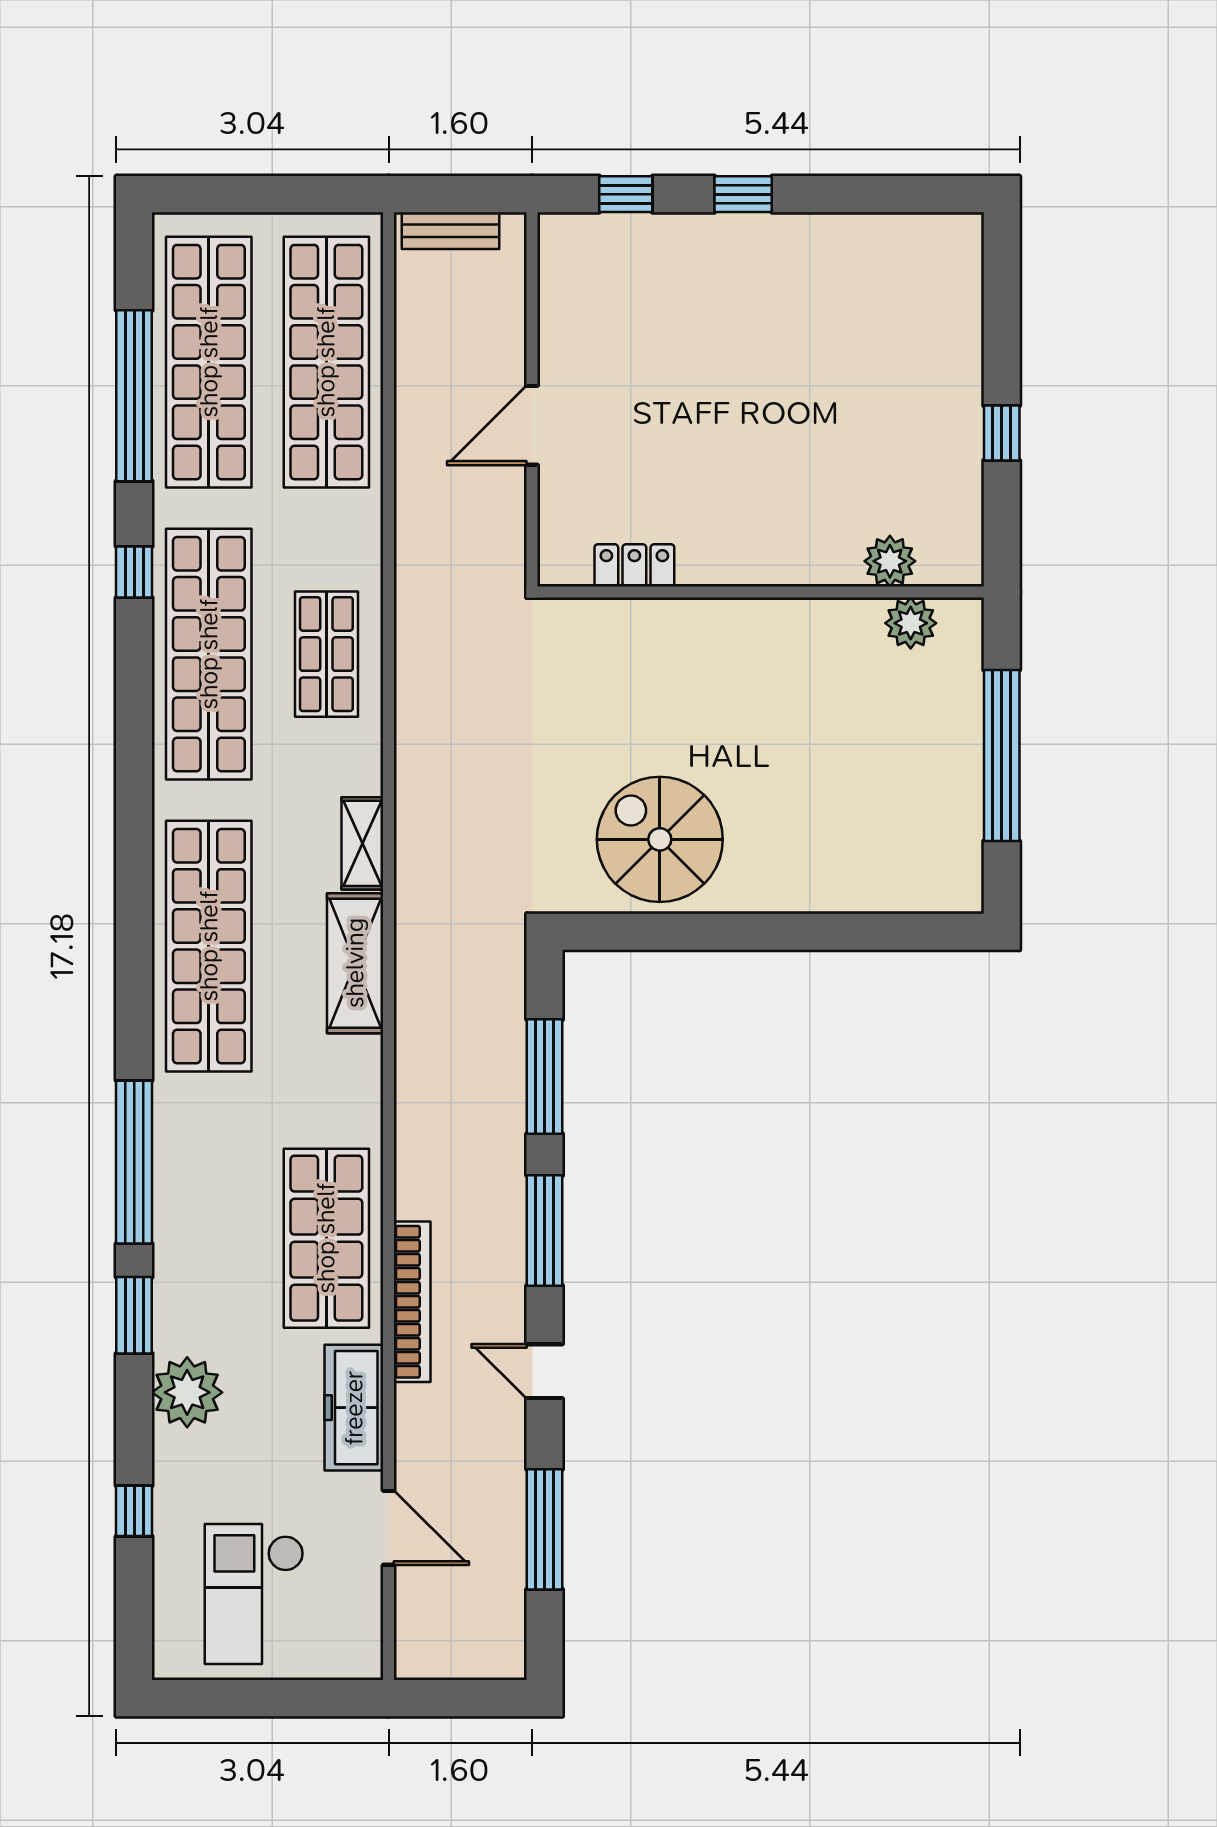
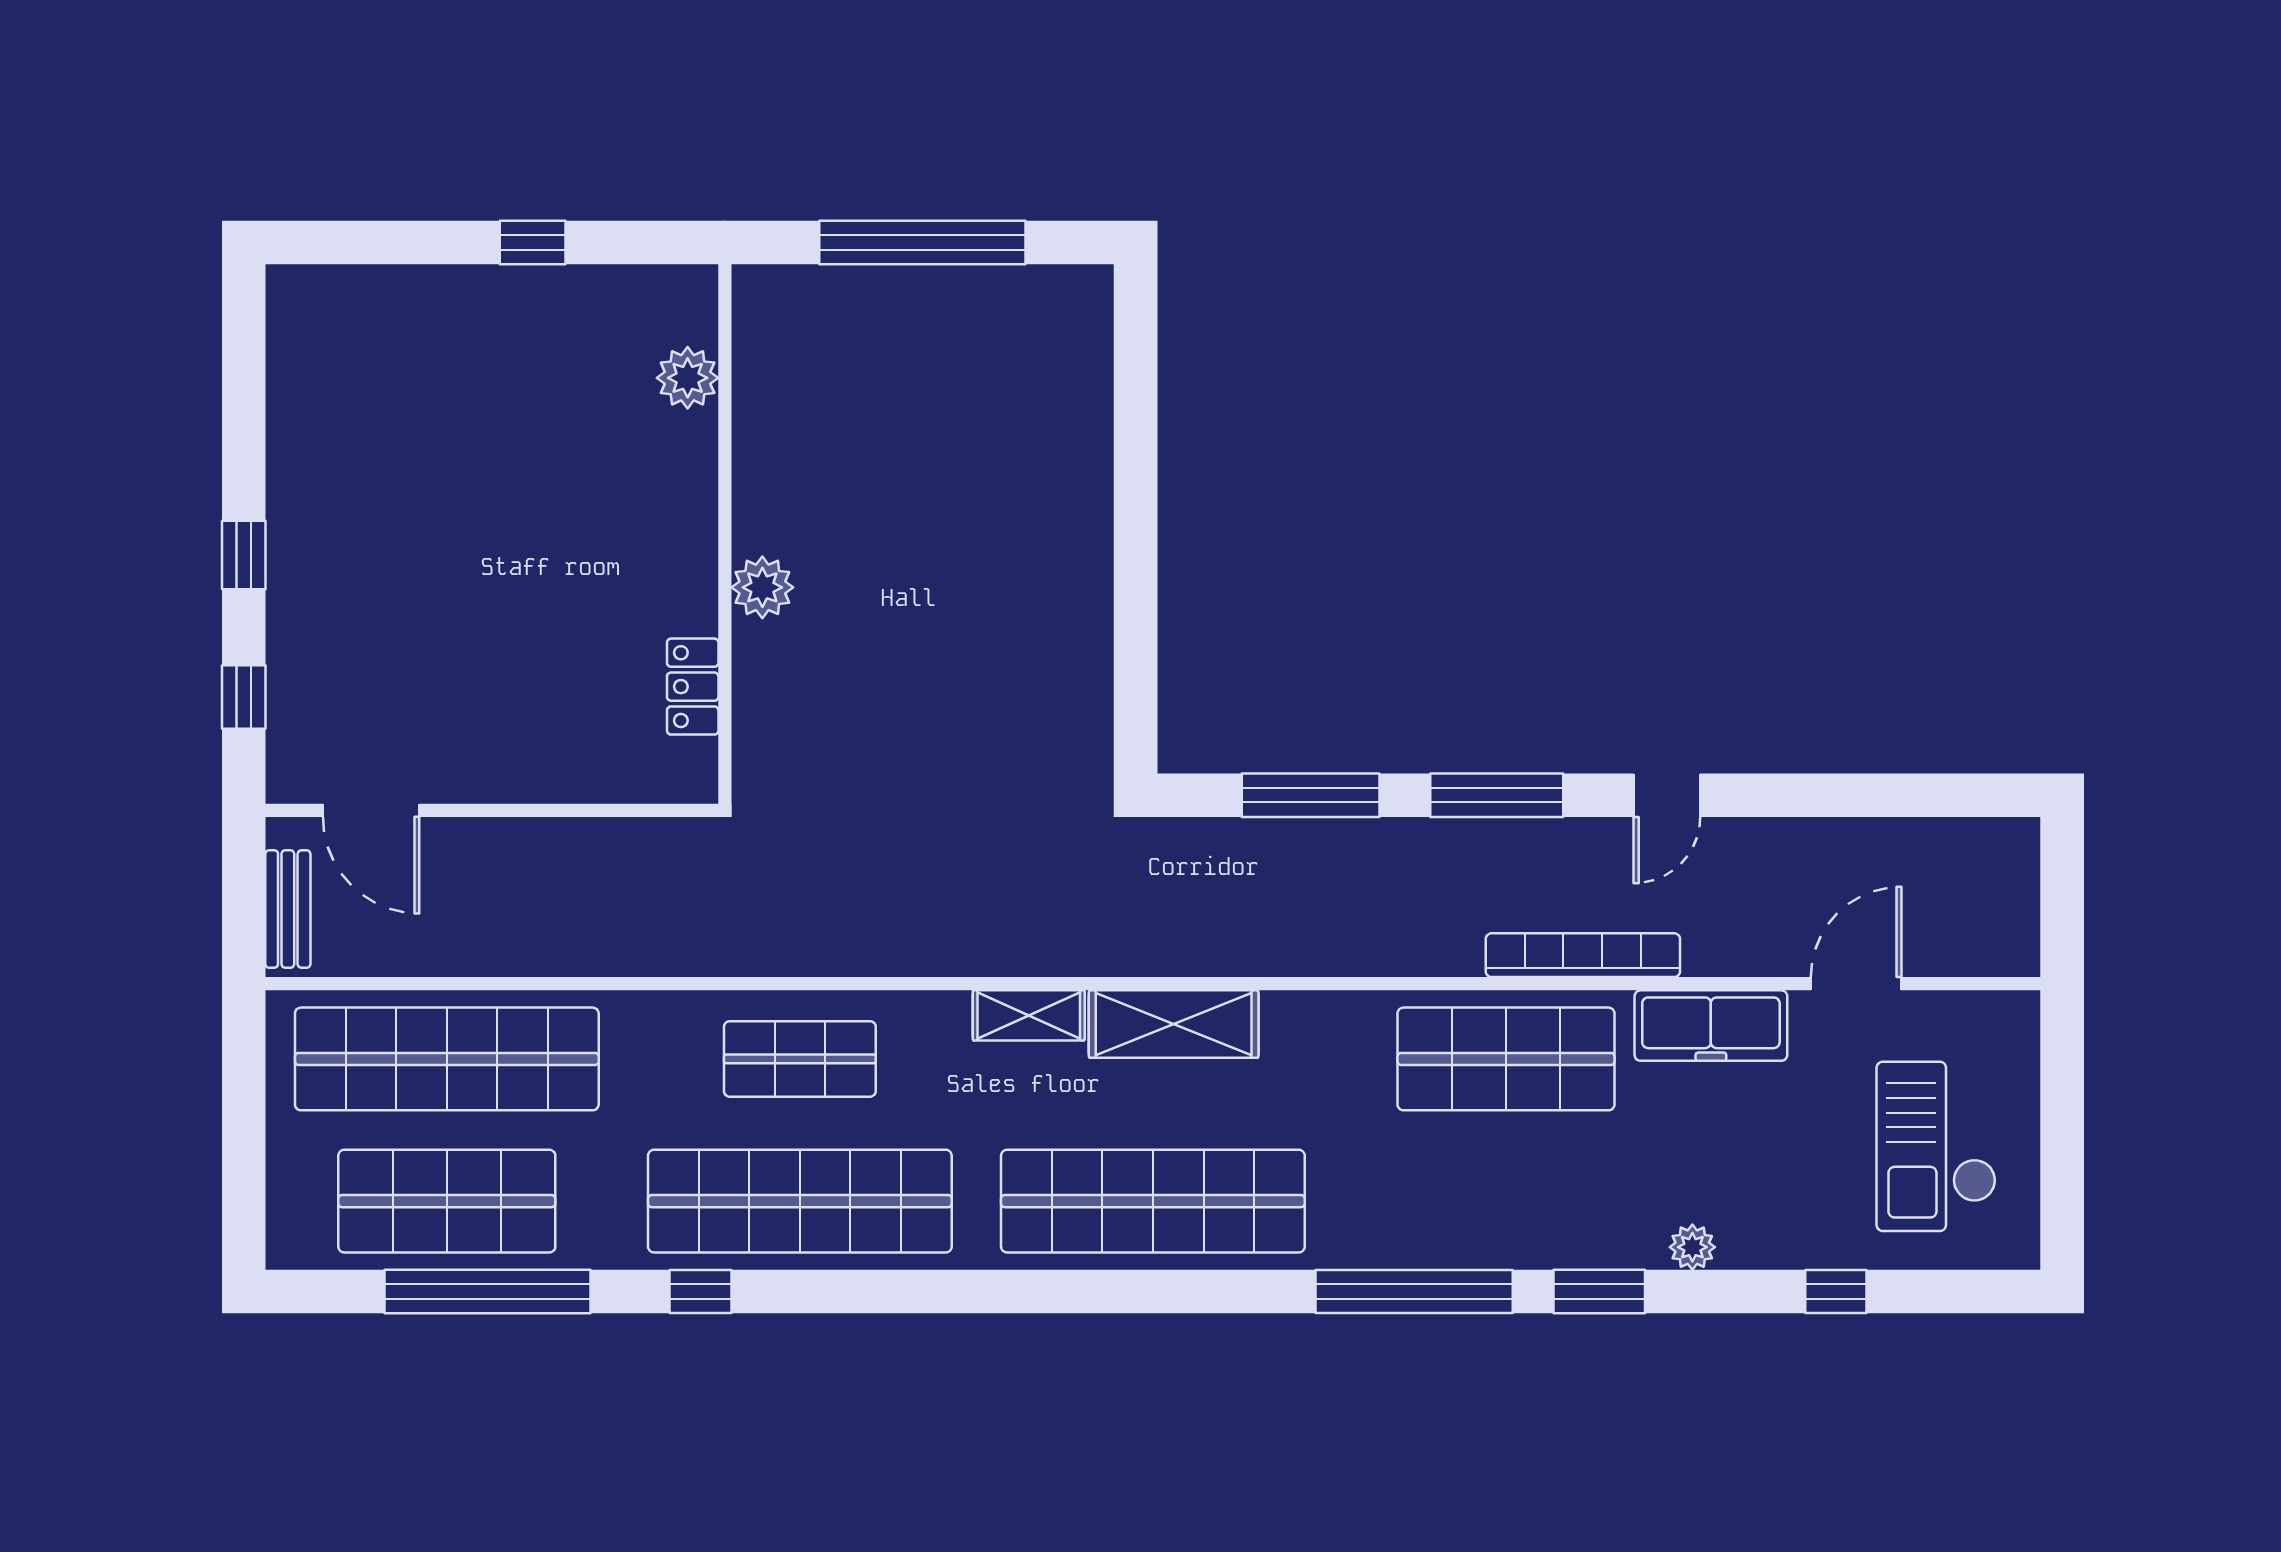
shop shelf: (209, 362) -> (447, 1201), width x0.71
door: (532, 425) -> (371, 810), moved
plant: (911, 623) -> (762, 587), moved
spiral stairs: (660, 839) -> (1024, 656), removed
plant: (187, 1392) -> (1692, 1247), width x0.53, depth x0.53
window: (545, 1529) -> (1858, 795), removed
checkout: (254, 1594) -> (1936, 1146), turned 90

